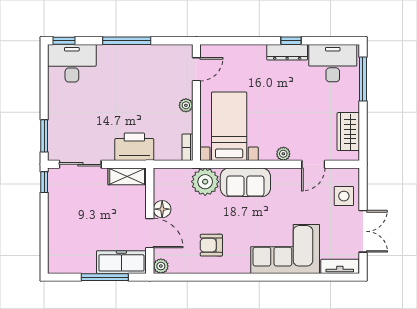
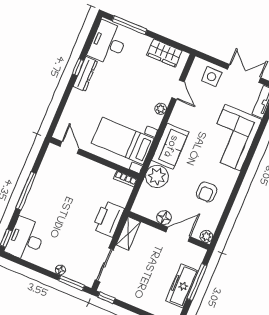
plant: (186, 105) -> (93, 167), removed
floor lamp: (54, 117) -> (60, 270), added
freezer: (121, 262) -> (182, 286), moved

